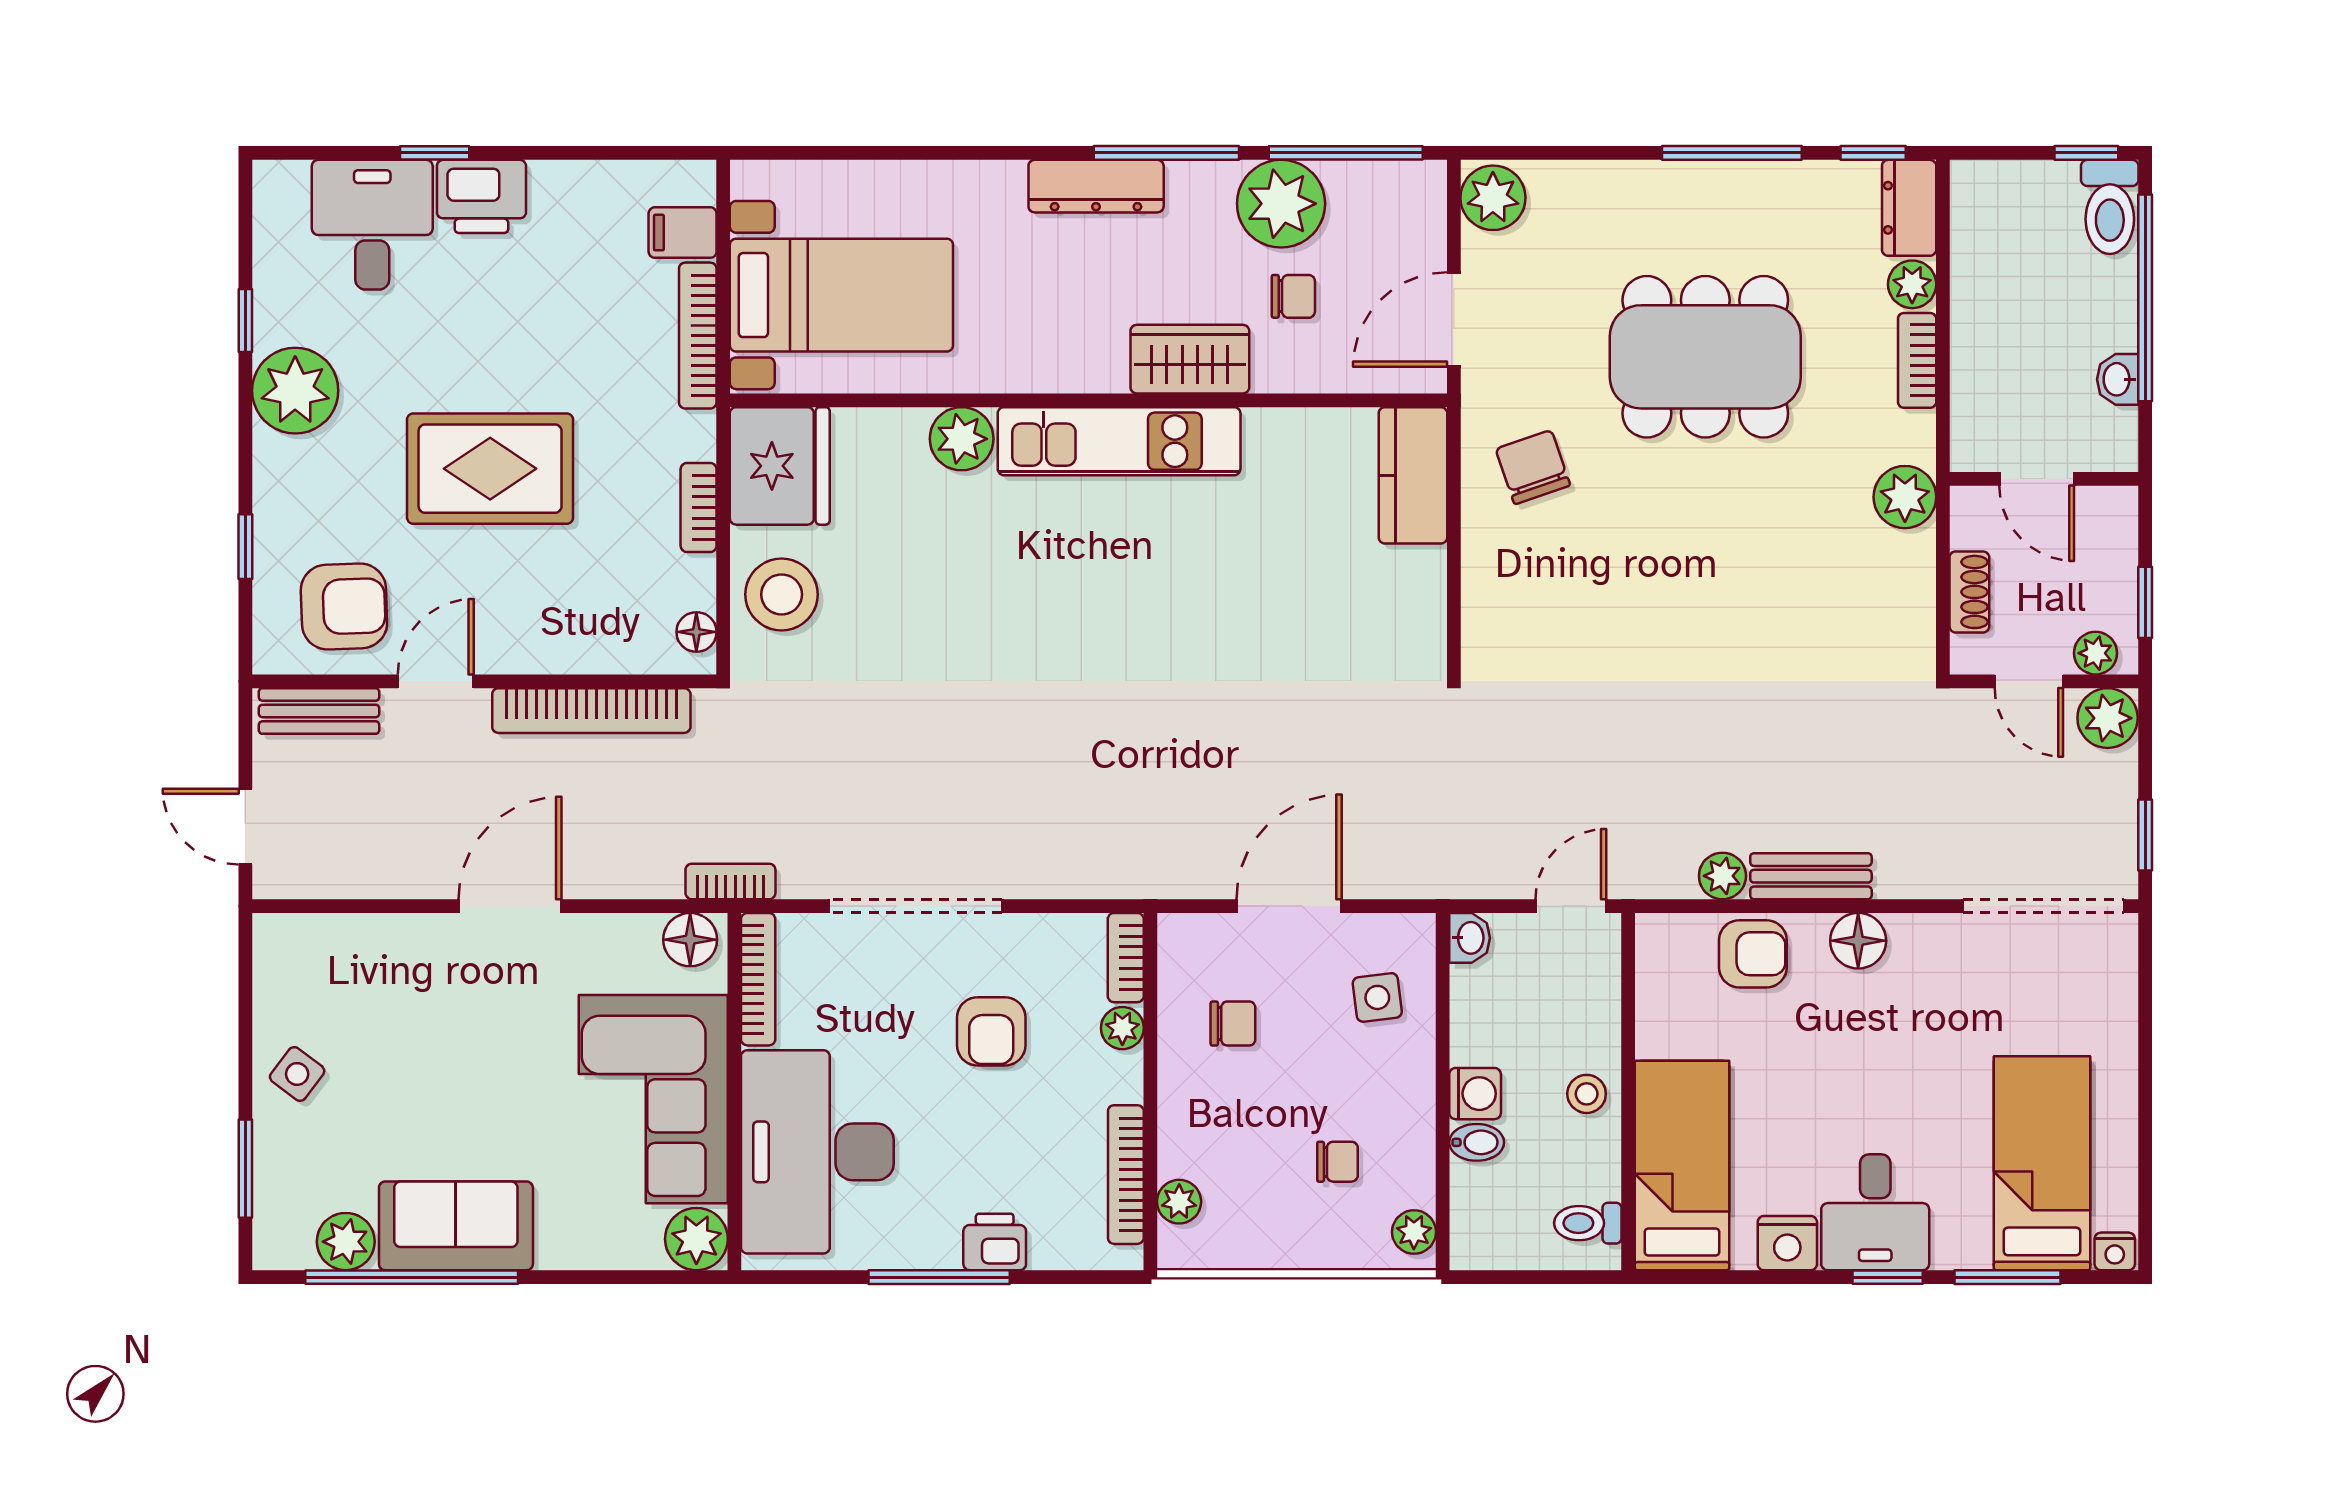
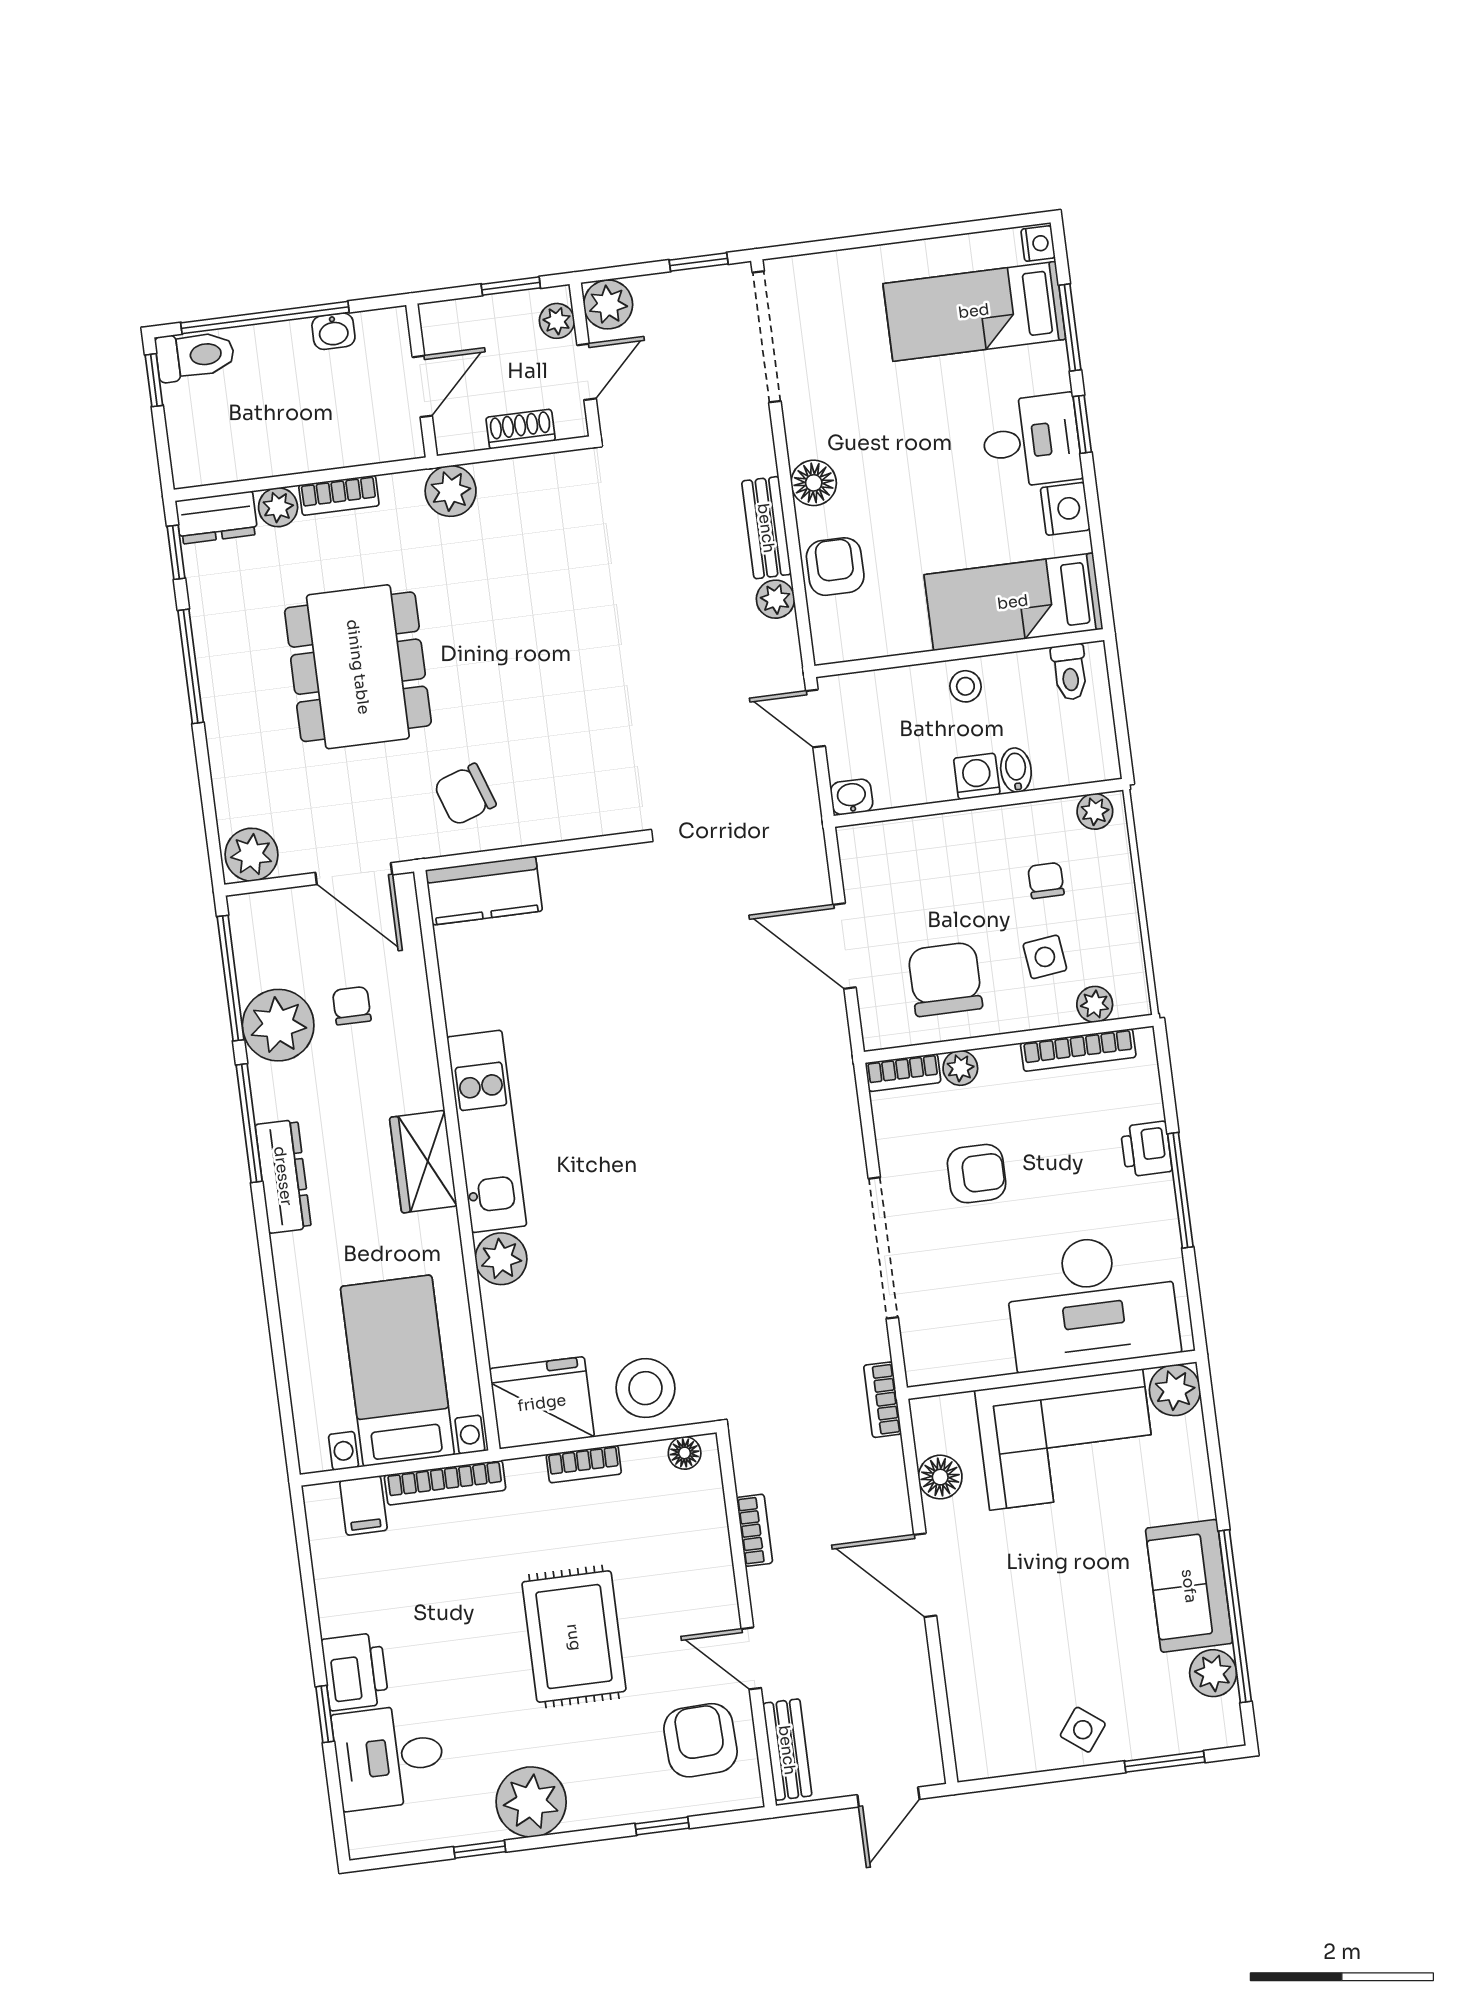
wardrobe: (1190, 359) -> (423, 1162), moved
bookcase: (591, 711) -> (755, 1530), width x0.43, depth x0.76
floor lamp: (690, 940) -> (940, 1477), moved
bookcase: (758, 979) -> (959, 1367), removed
side table: (1377, 997) -> (1045, 957), moved
chair: (1233, 1024) -> (945, 979), width x1.87, depth x1.87

